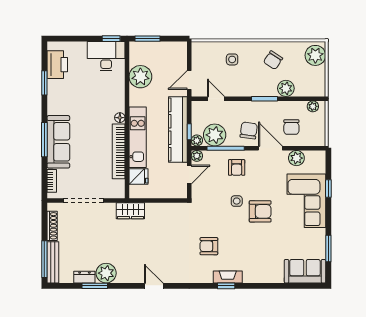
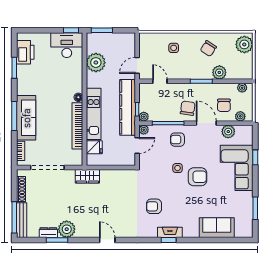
plant: (215, 135) -> (240, 116), moved, width x0.53, depth x0.53
armchair: (237, 167) -> (177, 140), turned 90
sofa: (305, 271) -> (217, 228), moved

